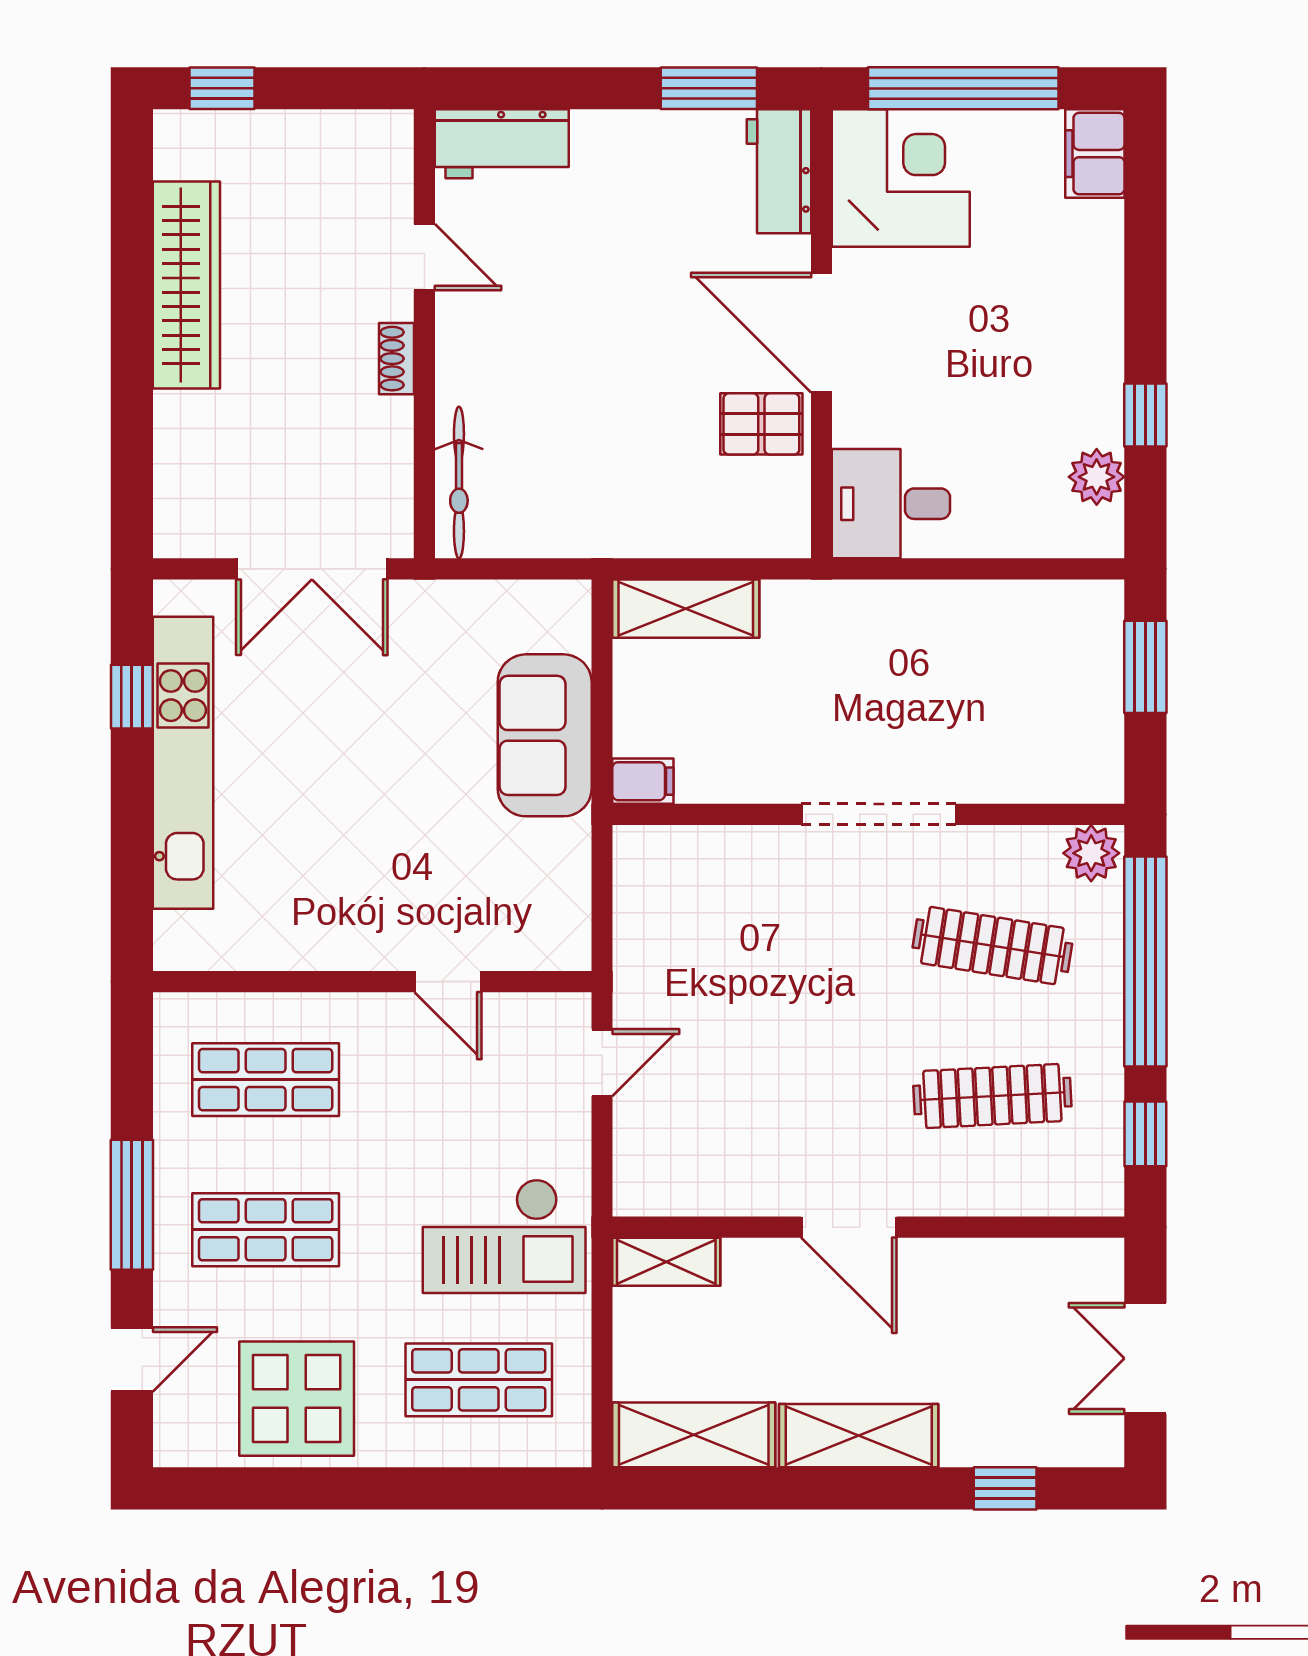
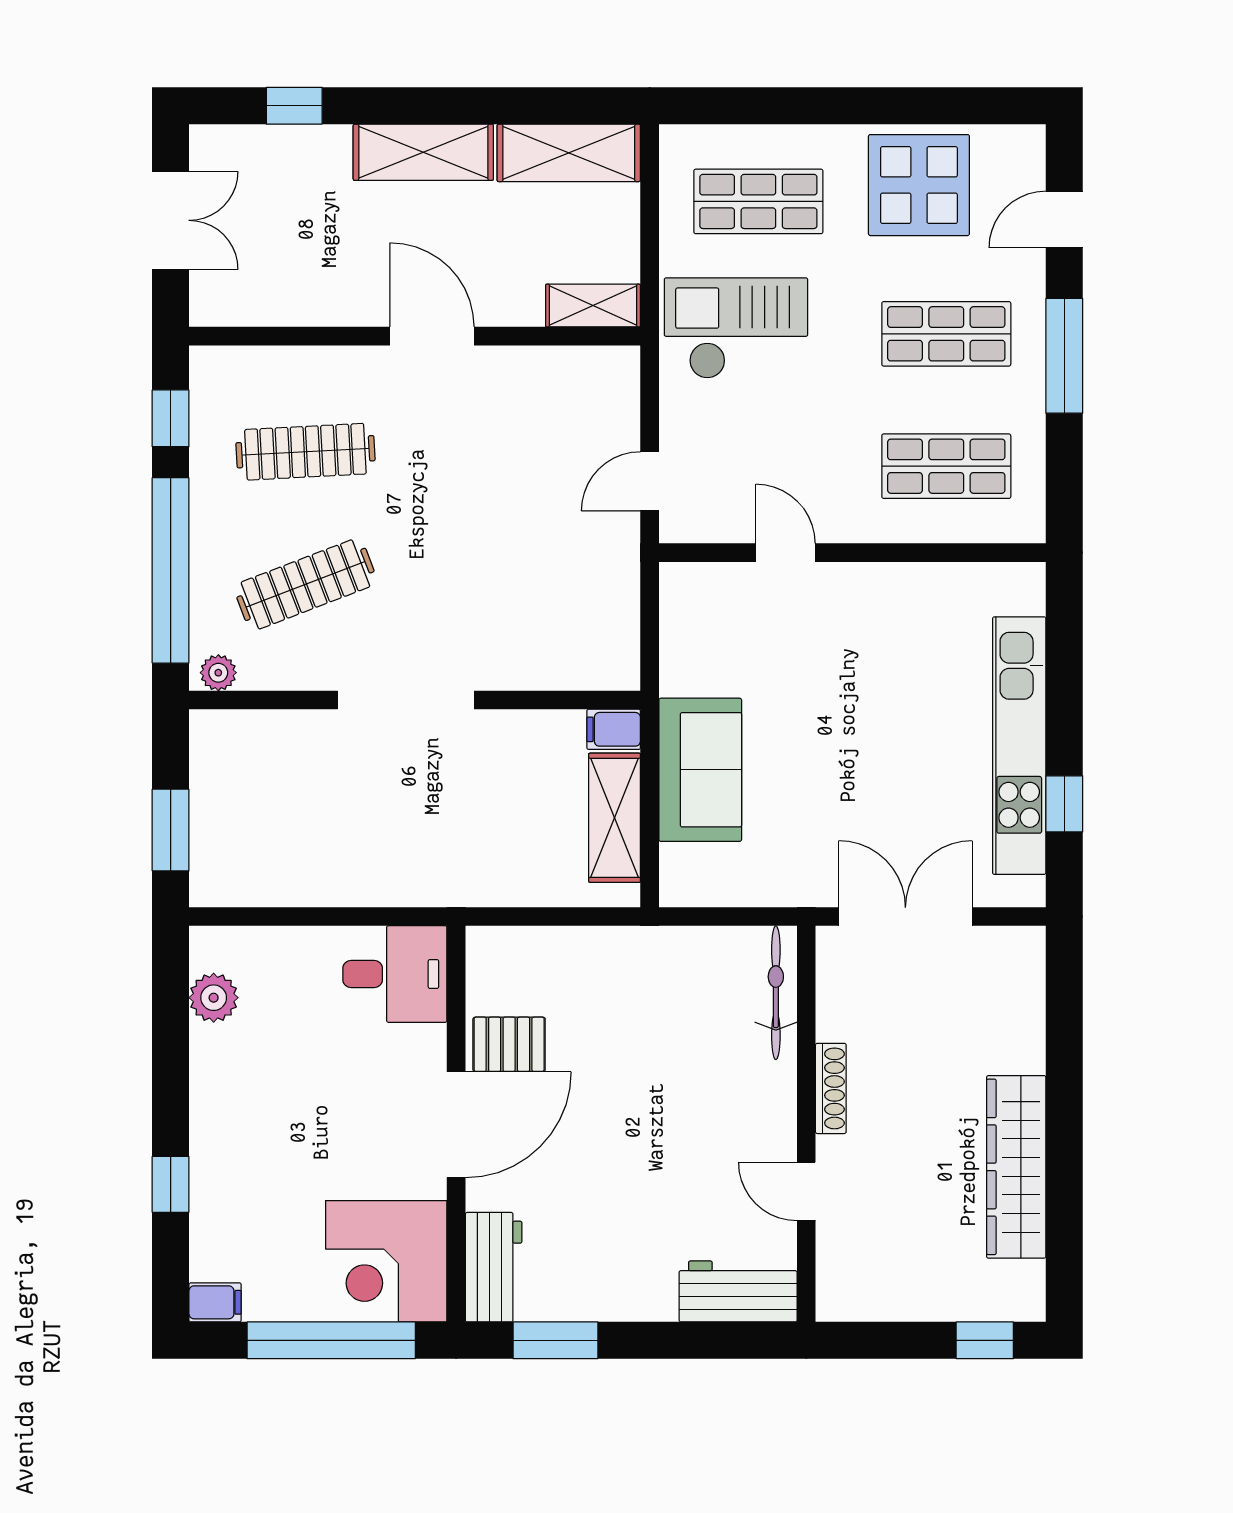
filing cabinet: (1095, 154) -> (215, 1302), width x0.50
door: (821, 333) -> (456, 1125), hinge flipped
shoe rack: (397, 359) -> (831, 1088), width x1.43
window: (1145, 415) -> (171, 1184), moved
shelving: (686, 609) -> (615, 818), moved, turned 90
plant: (1091, 853) -> (218, 673), width x0.73, depth x0.73
clothes rail: (992, 946) -> (305, 584), turned -30

